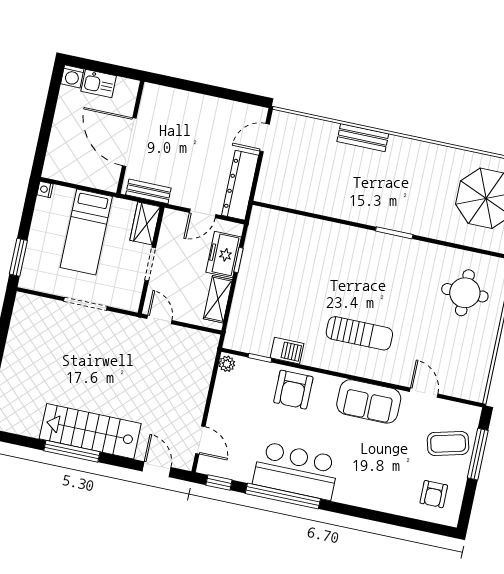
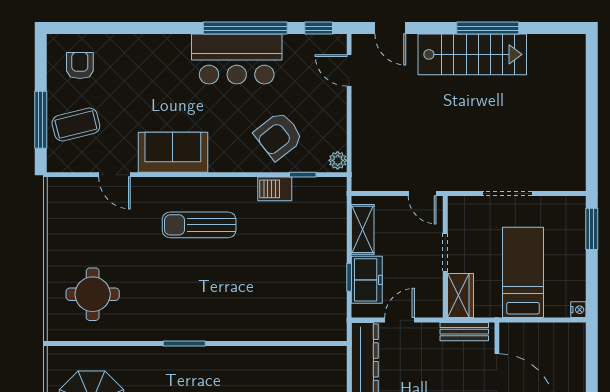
armchair: (293, 390) -> (278, 136), moved, turned -128

